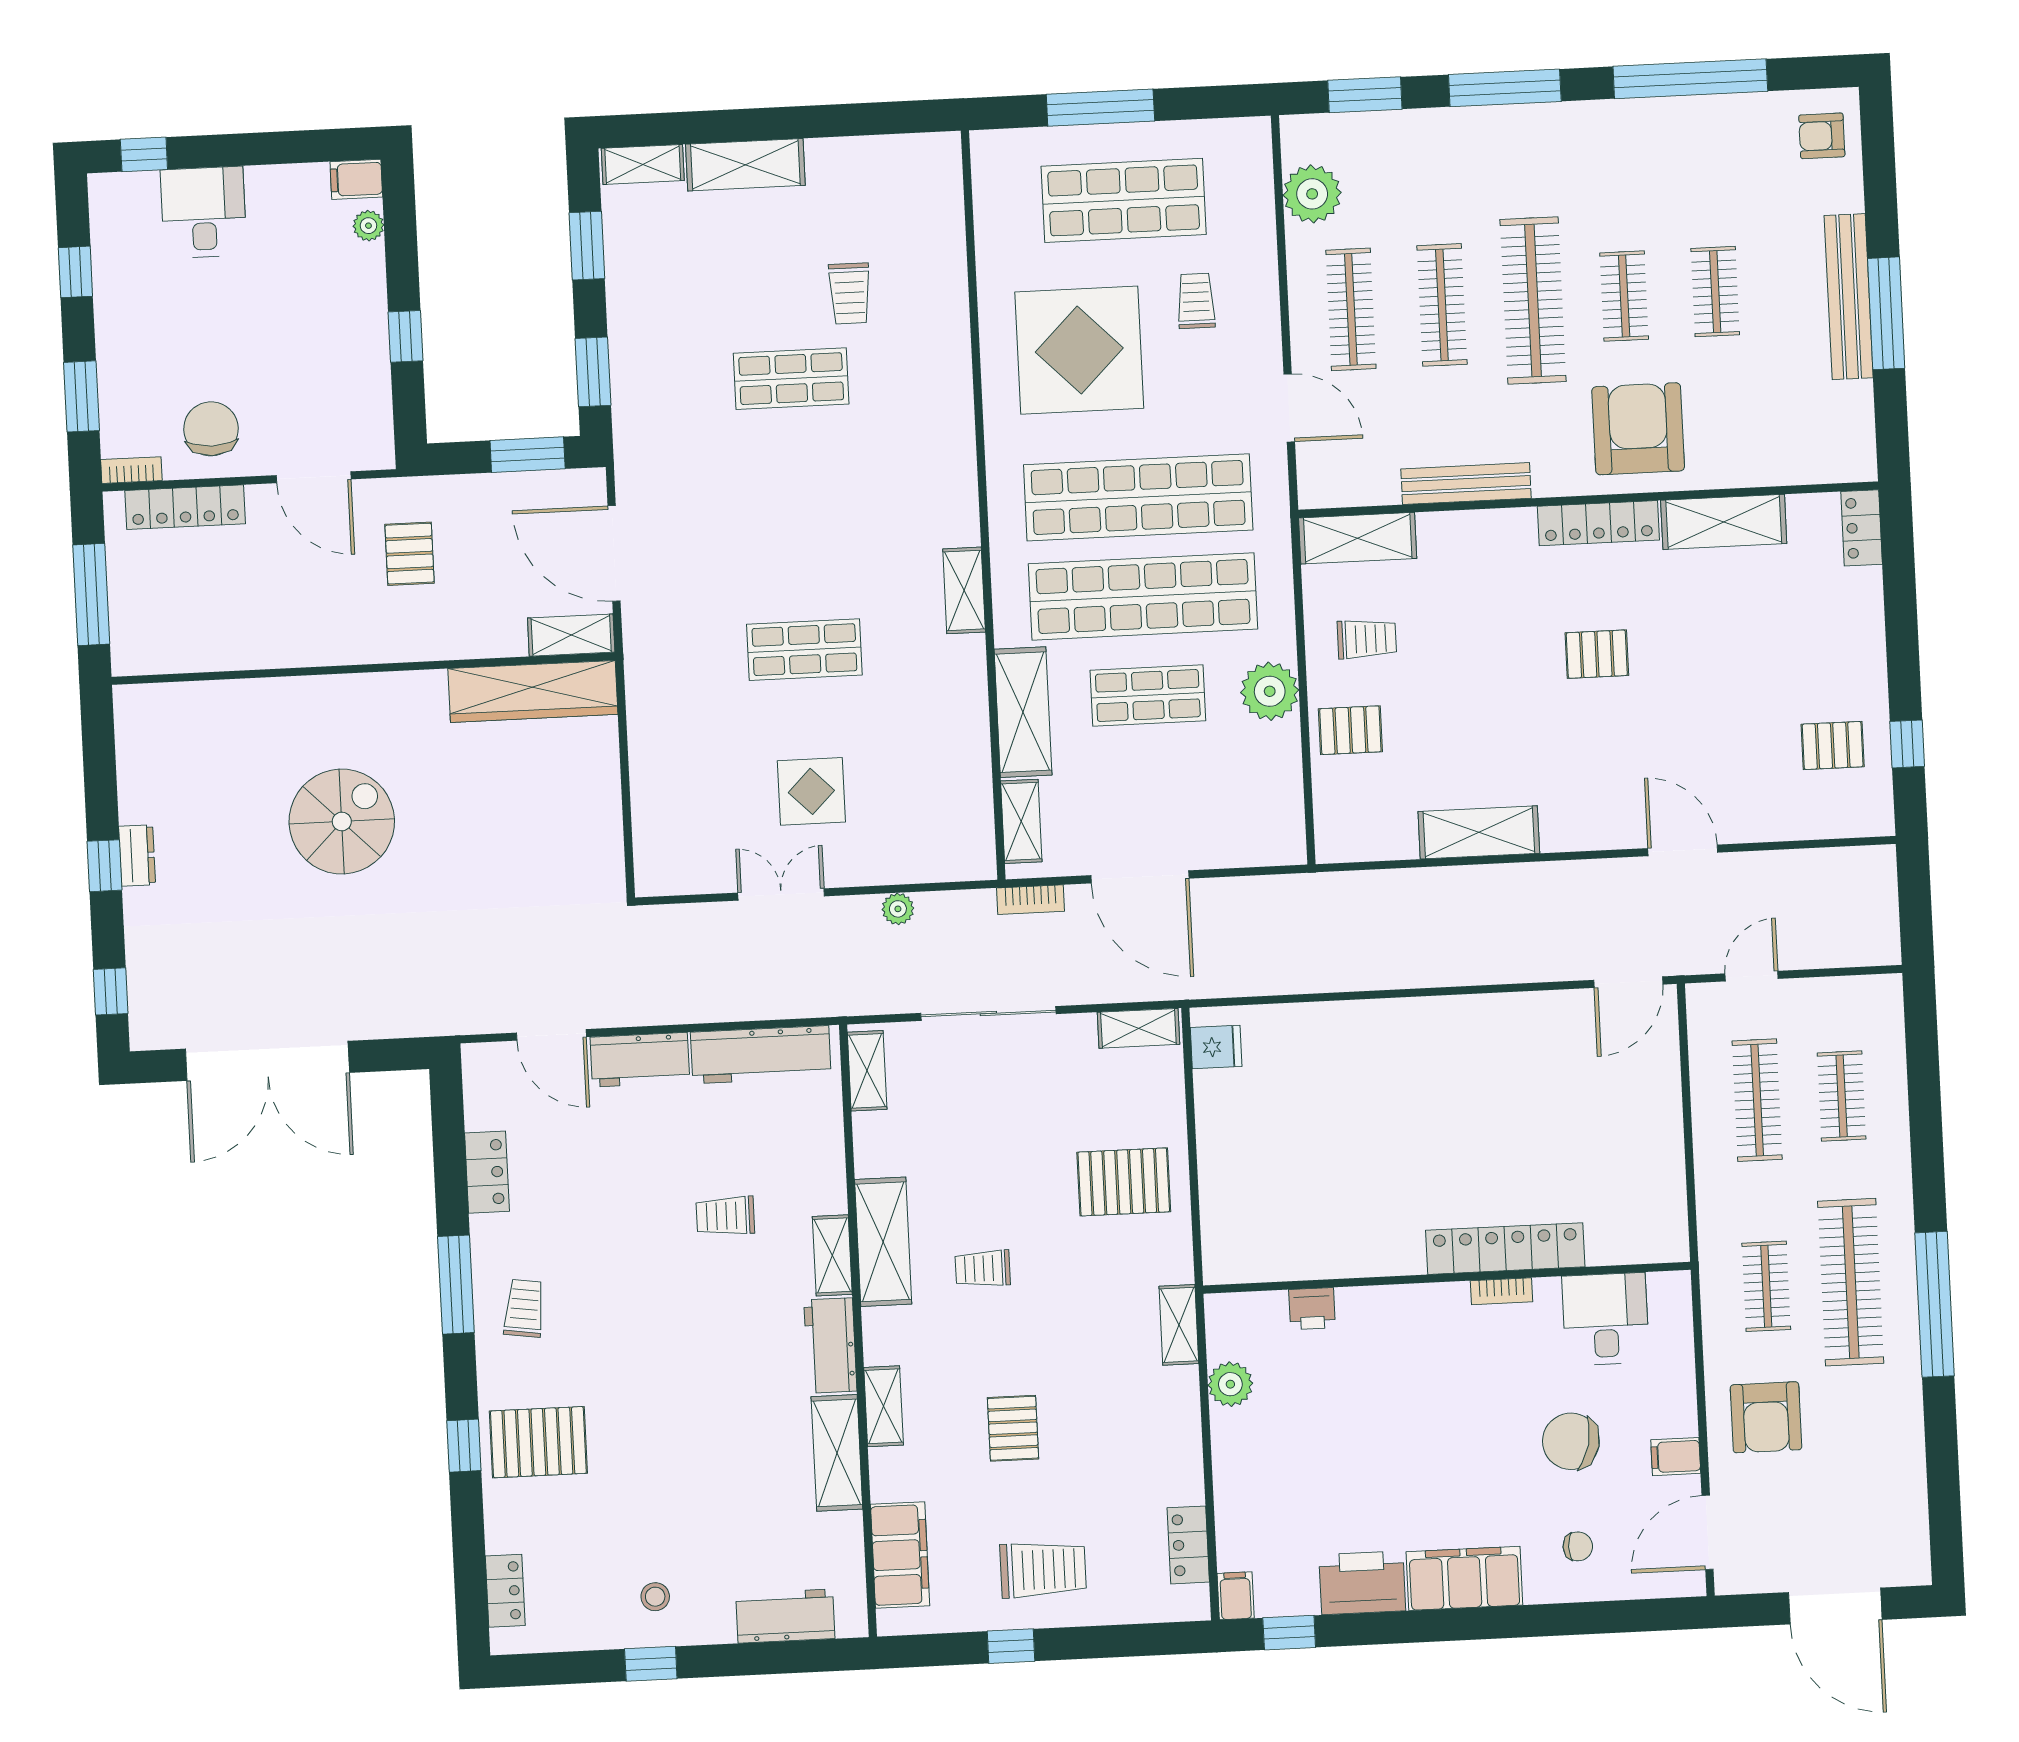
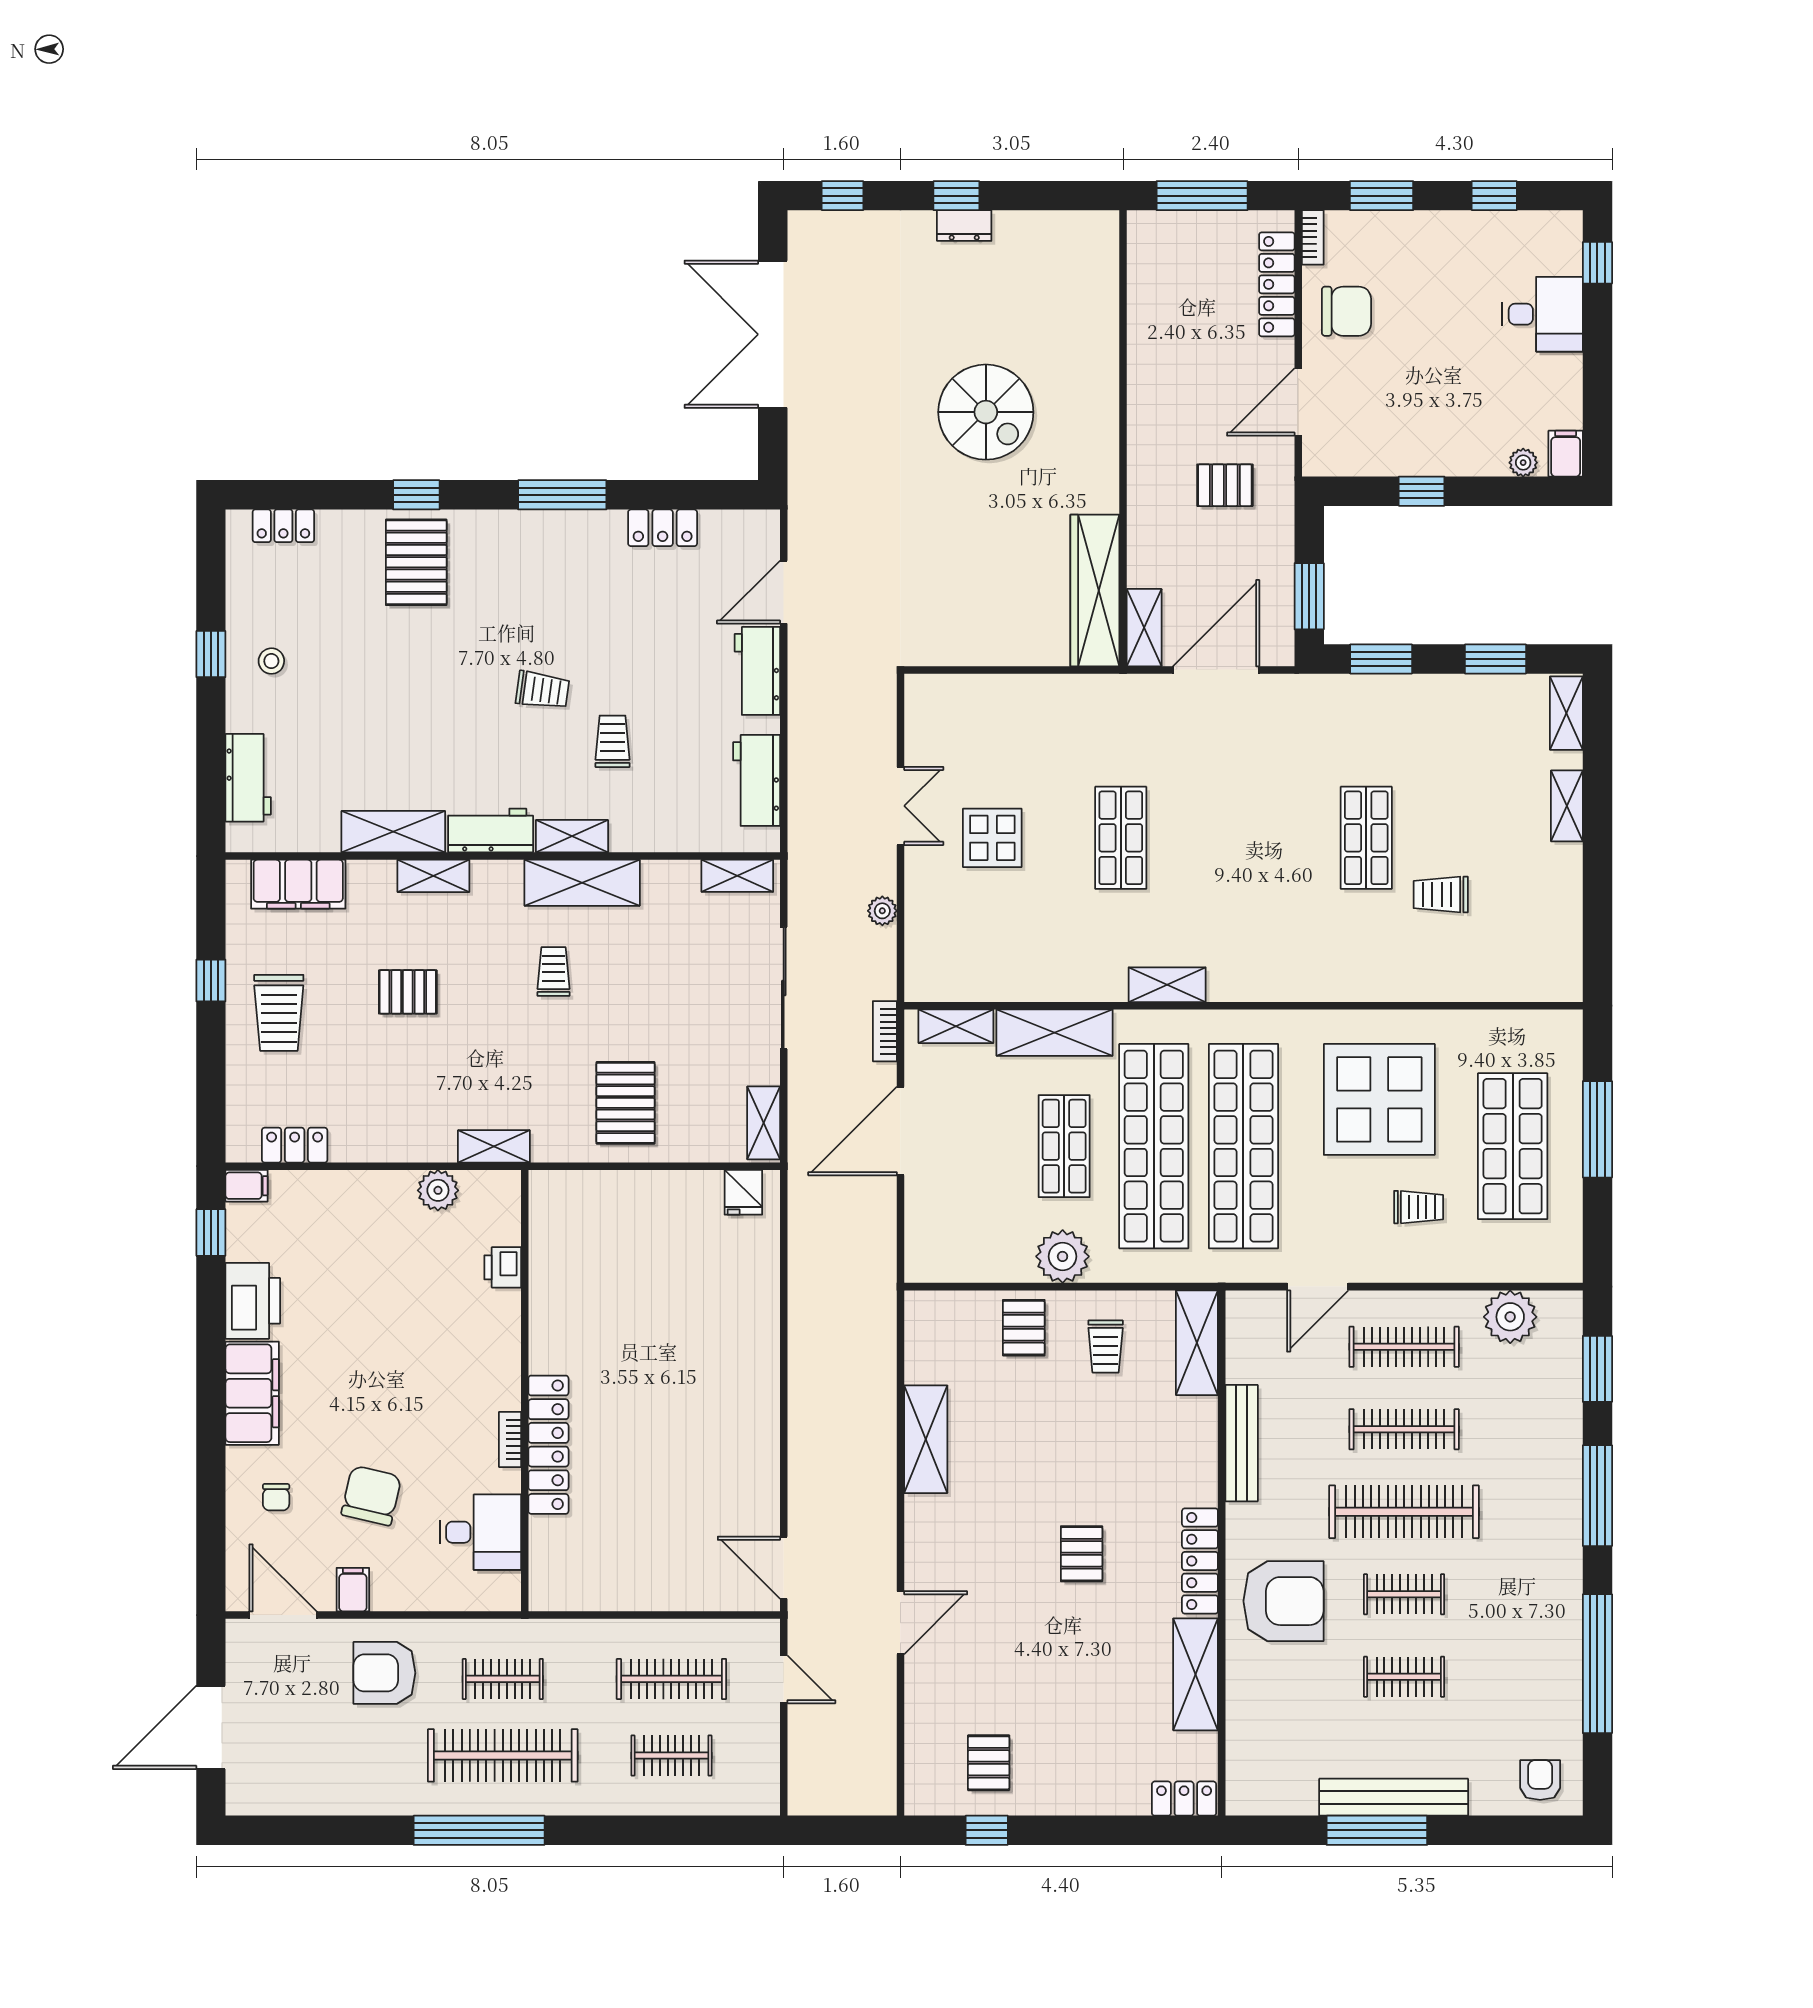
shelving: (745, 165) -> (1567, 806), width x0.67, depth x0.75
workbench: (761, 1055) -> (757, 780), width x0.73
trolley: (524, 1308) -> (543, 690), moved

